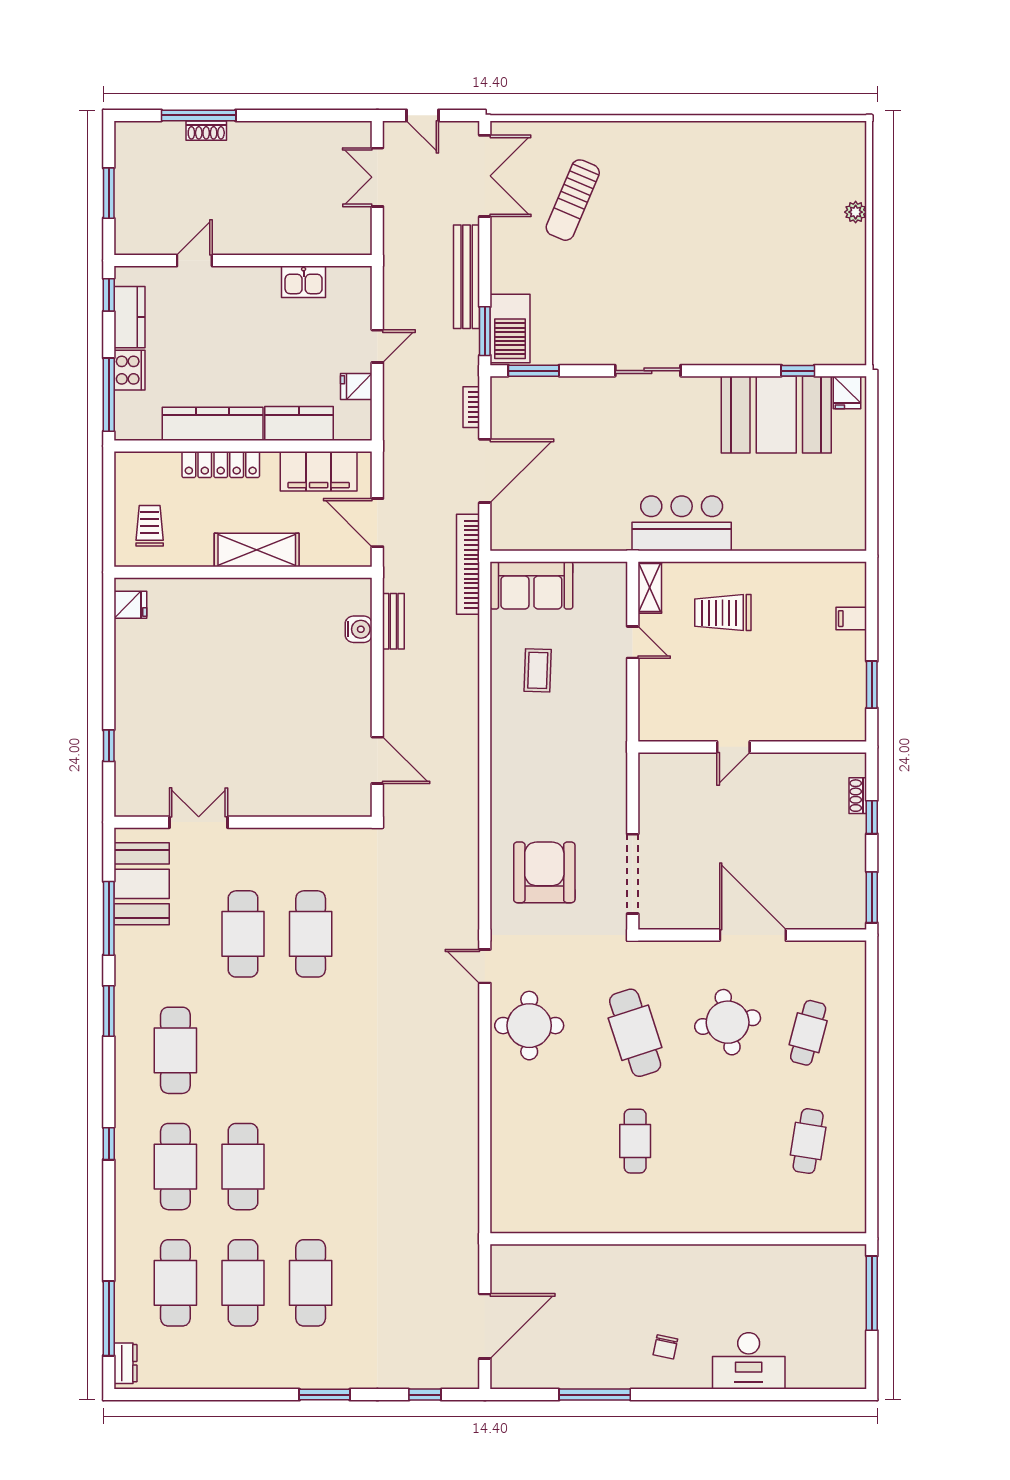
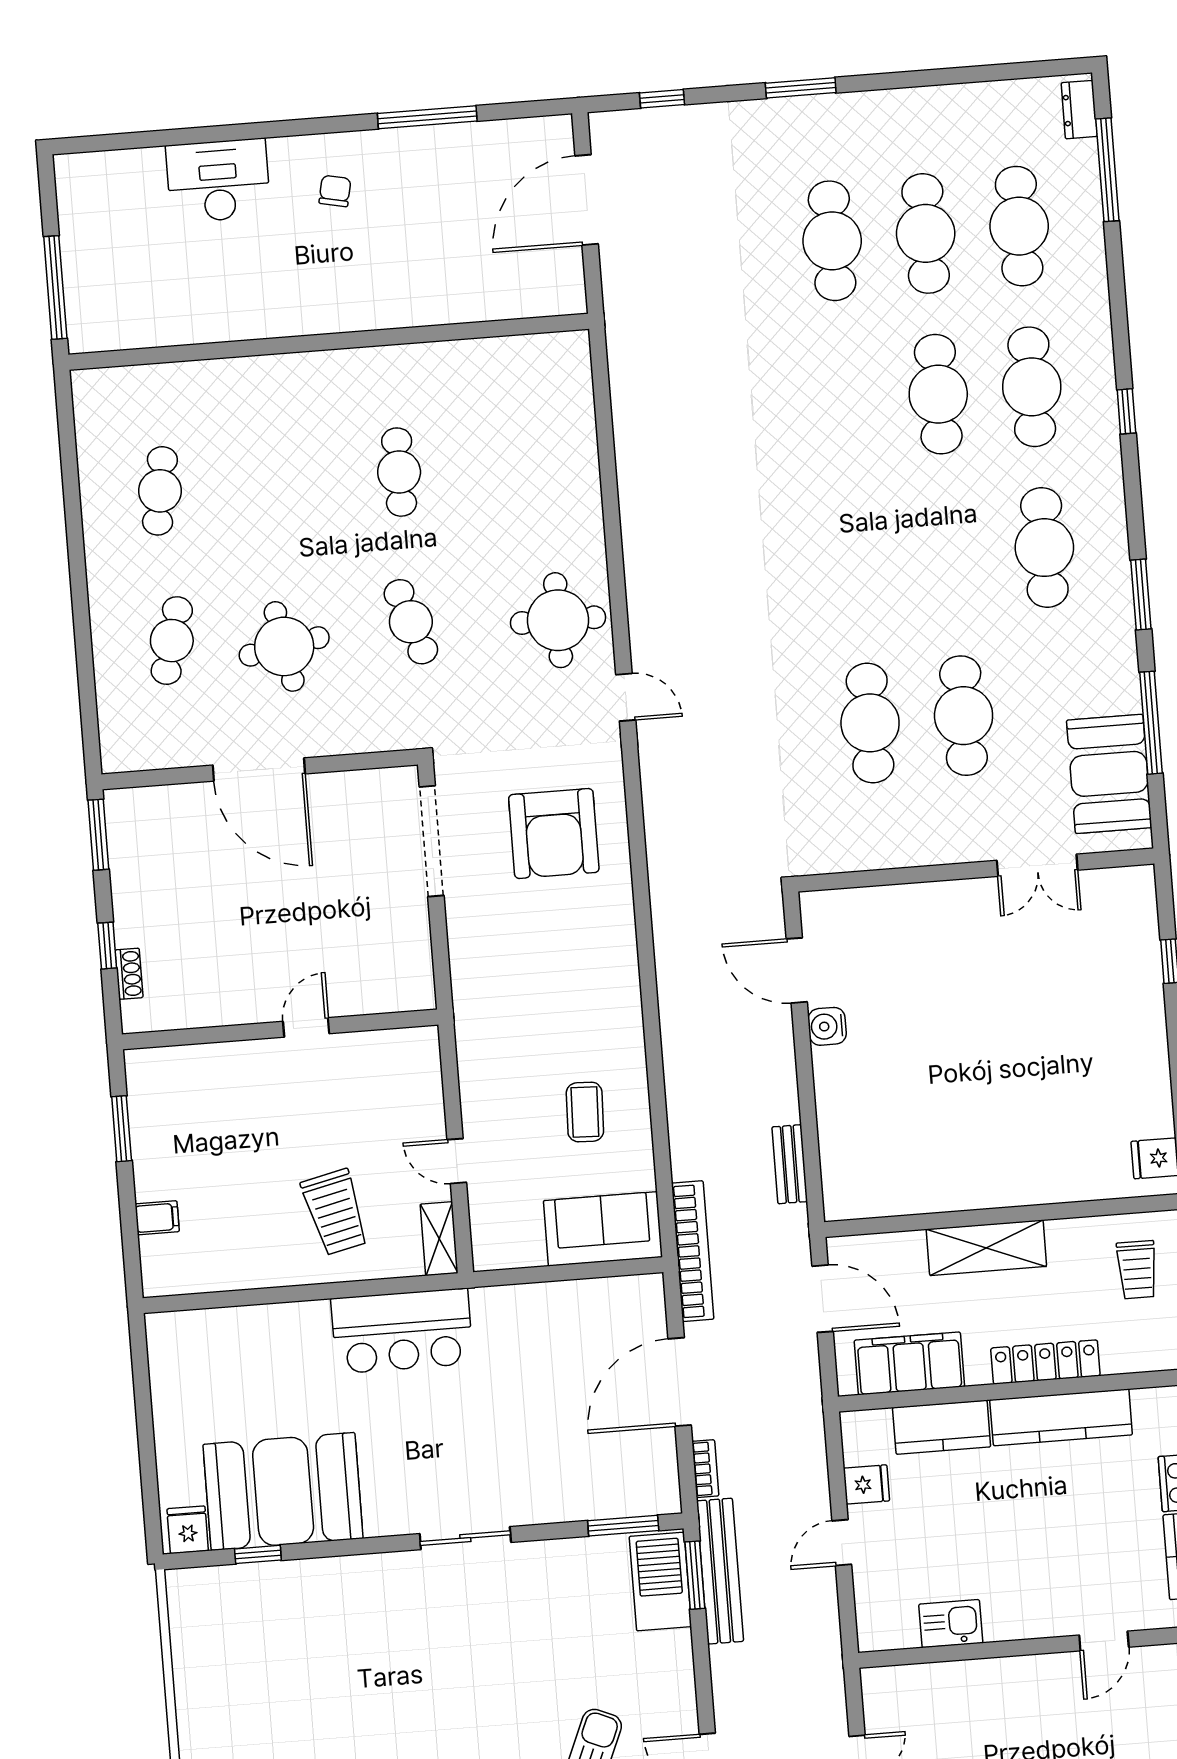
bench: (467, 277) -> (720, 1571), moved
trolley: (723, 613) -> (335, 1212), turned 77
water cooler: (359, 629) -> (827, 1026), moved
cafe table: (635, 1033) -> (411, 622), width x0.73, depth x0.74

